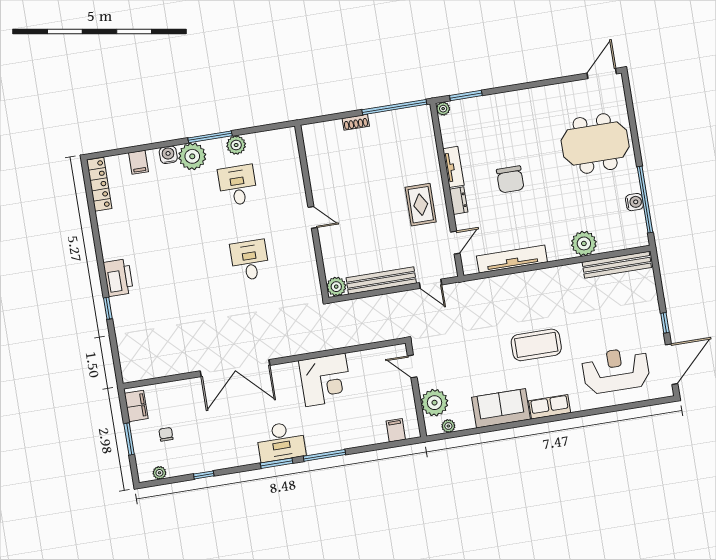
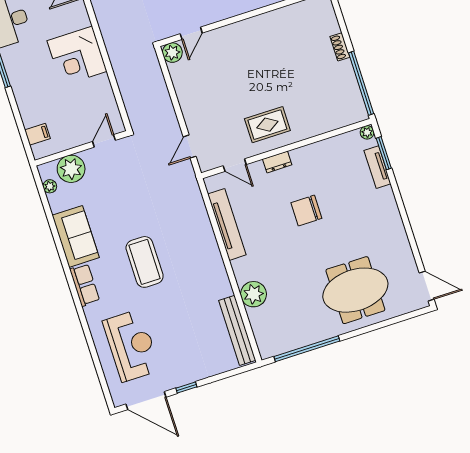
meeting table: (595, 144) -> (355, 290), turned 90
tv unit: (453, 167) -> (377, 167), moved, turned 90
water cooler: (634, 202) -> (303, 338), removed
door: (313, 217) -> (191, 33), moved
bench: (381, 280) -> (185, 97), removed

